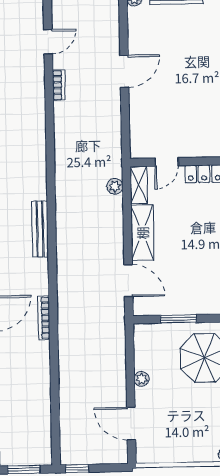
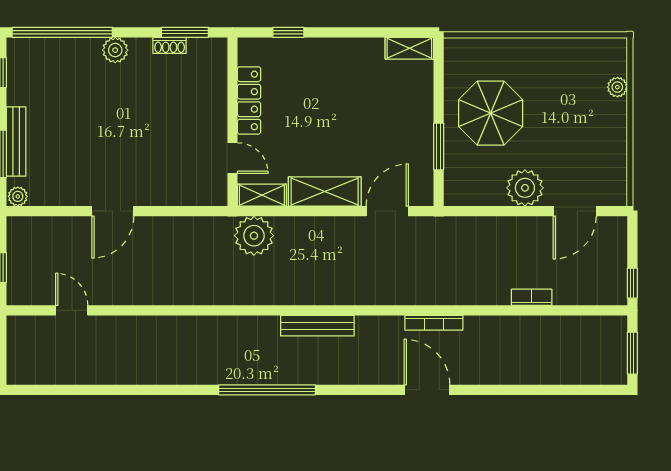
door: (124, 71) -> (113, 211), swing flipped
bookcase: (59, 85) -> (532, 297), moved
plant: (115, 186) -> (254, 236), width x1.88, depth x1.88
plant: (142, 379) -> (525, 188), width x1.88, depth x1.88

